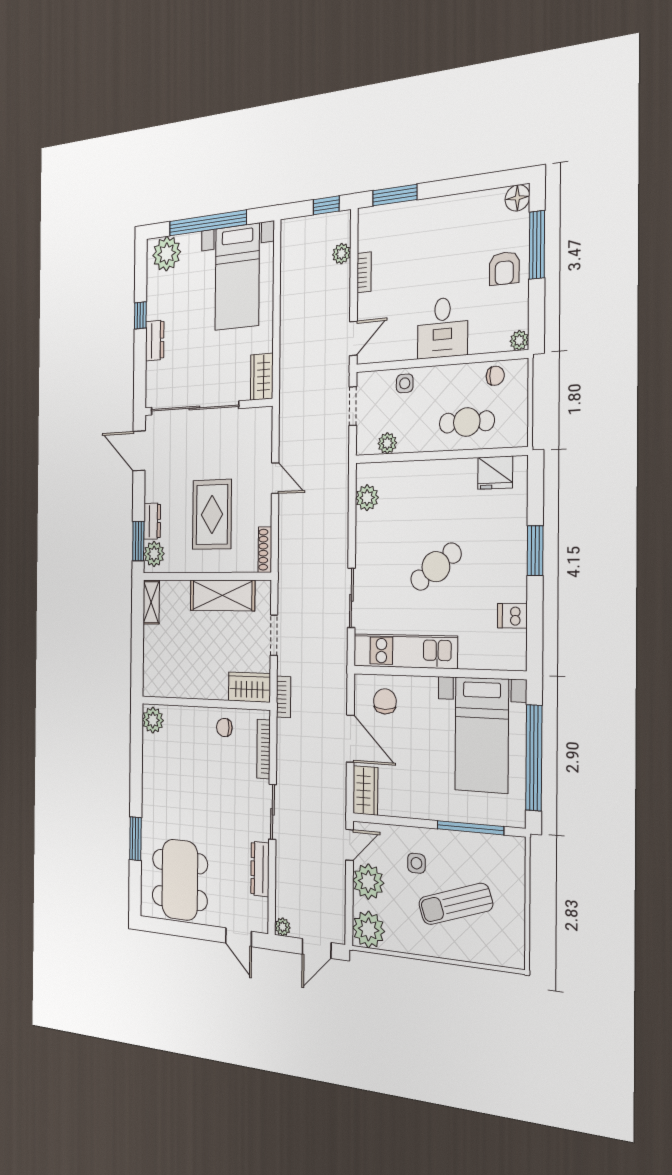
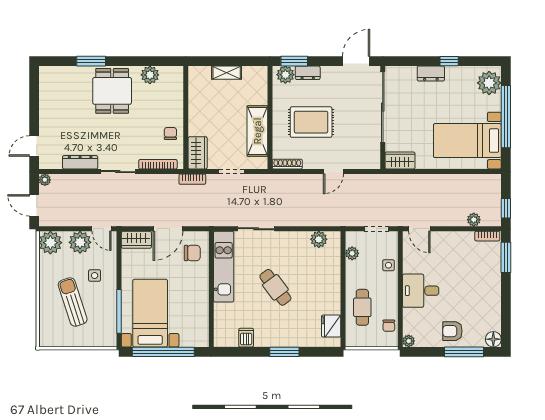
bookcase: (364, 272) -> (487, 236), moved
shelving: (151, 602) -> (227, 73), moved
plant: (153, 720) -> (150, 75), moved
bed with nightstands: (482, 735) -> (150, 313), moved, turned 90
dining table: (180, 880) -> (112, 91), moved, width x0.73

